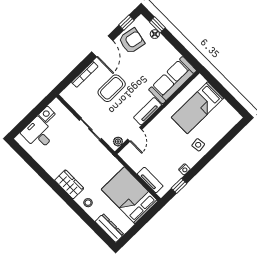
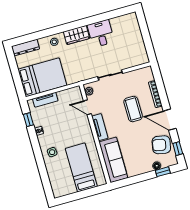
armchair: (132, 41) -> (161, 145), turned 90
nightstand: (47, 114) -> (140, 48), removed
desk: (38, 134) -> (101, 34), moved, turned -90

